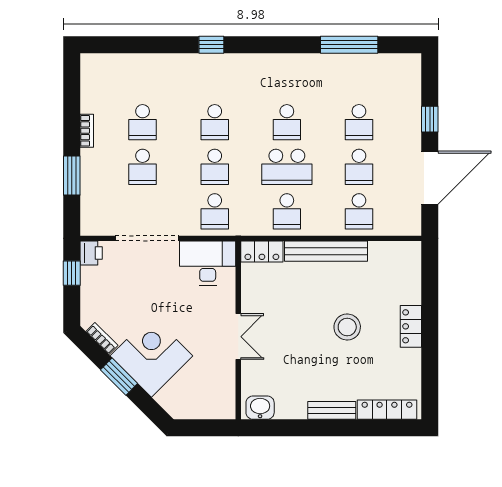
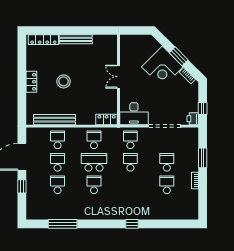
school desk: (215, 122) -> (130, 185), removed
bench: (326, 251) -> (55, 120), moved
washbasin: (260, 408) -> (107, 41), removed
bench: (332, 410) -> (76, 39), width x1.36

